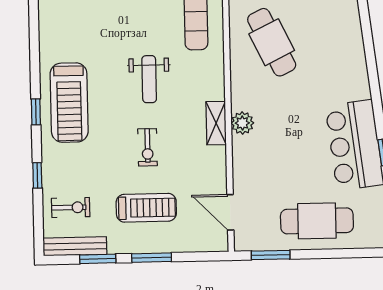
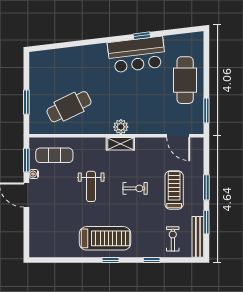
weight bench: (149, 79) -> (91, 186), turned 90
door: (230, 212) -> (178, 136), hinge flipped

